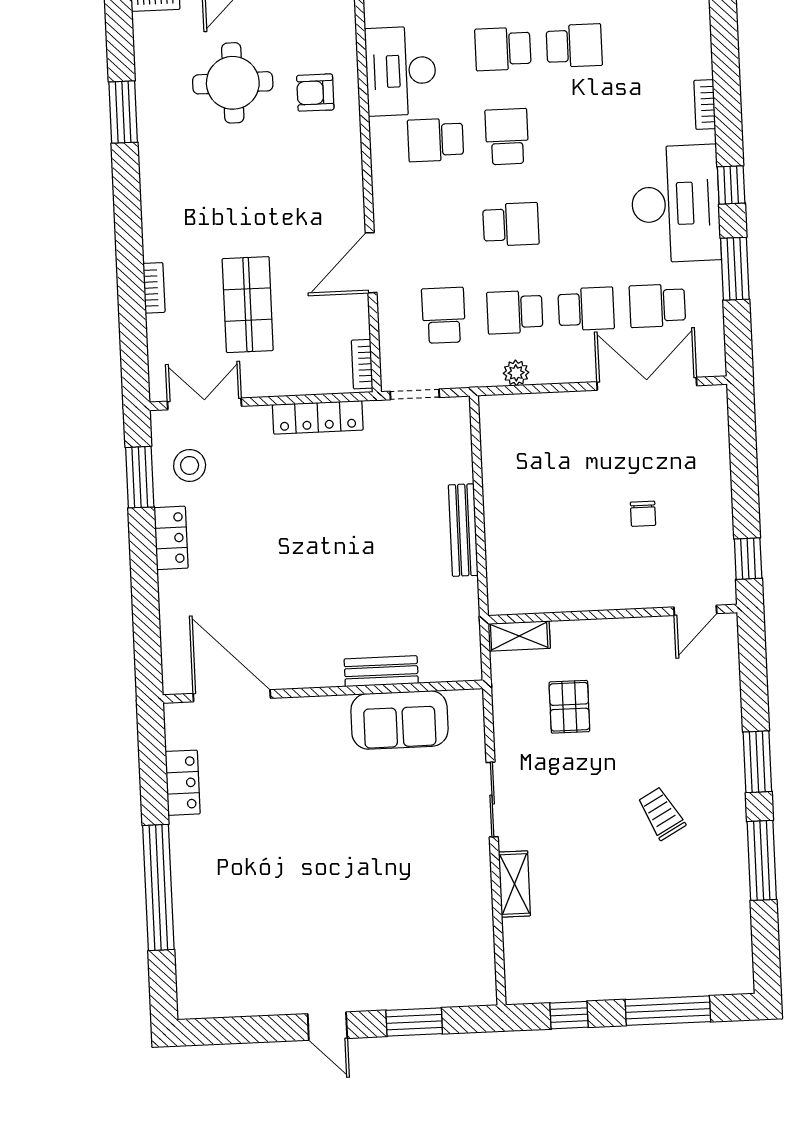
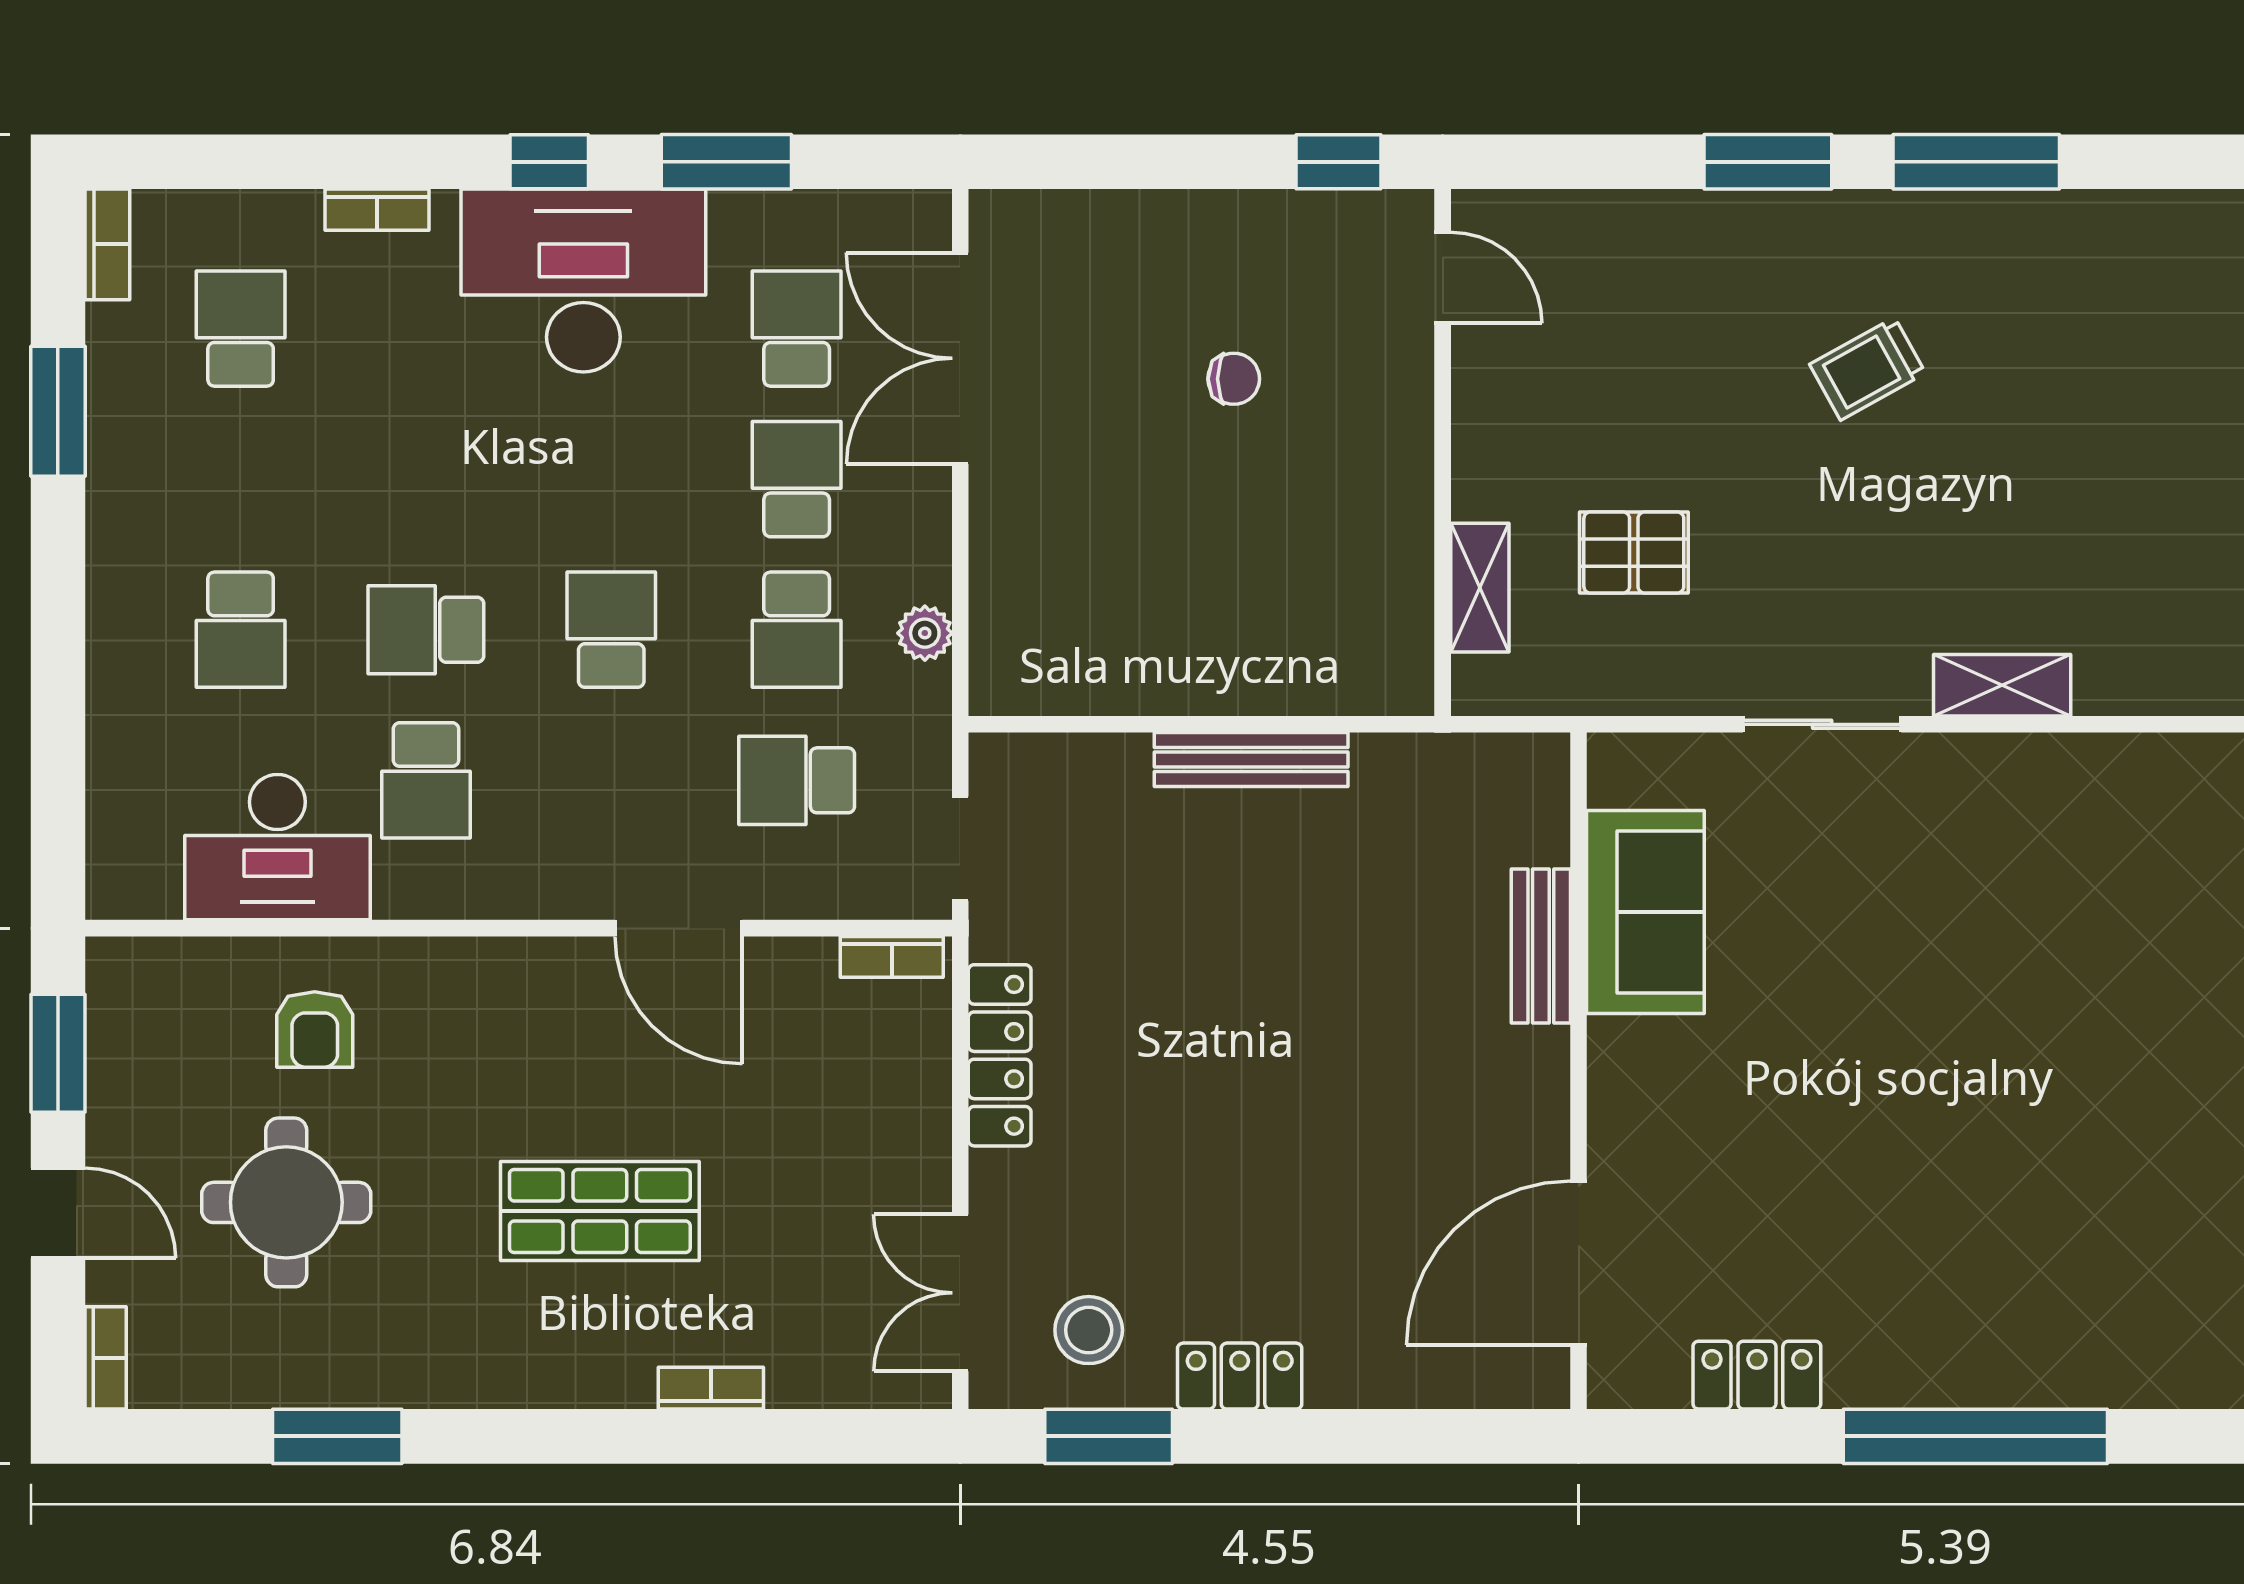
school desk: (574, 46) -> (241, 329), moved
shop shelf: (248, 305) -> (600, 1211), moved
school desk: (657, 306) -> (797, 329), turned 180
shelving: (519, 636) -> (1480, 588), moved

